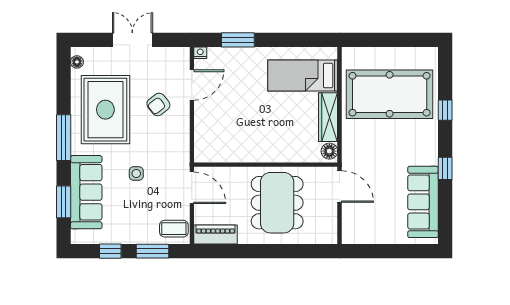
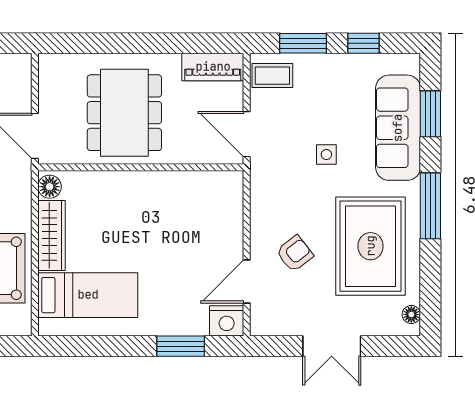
nightstand: (200, 53) -> (227, 321), width x1.89, depth x1.79

